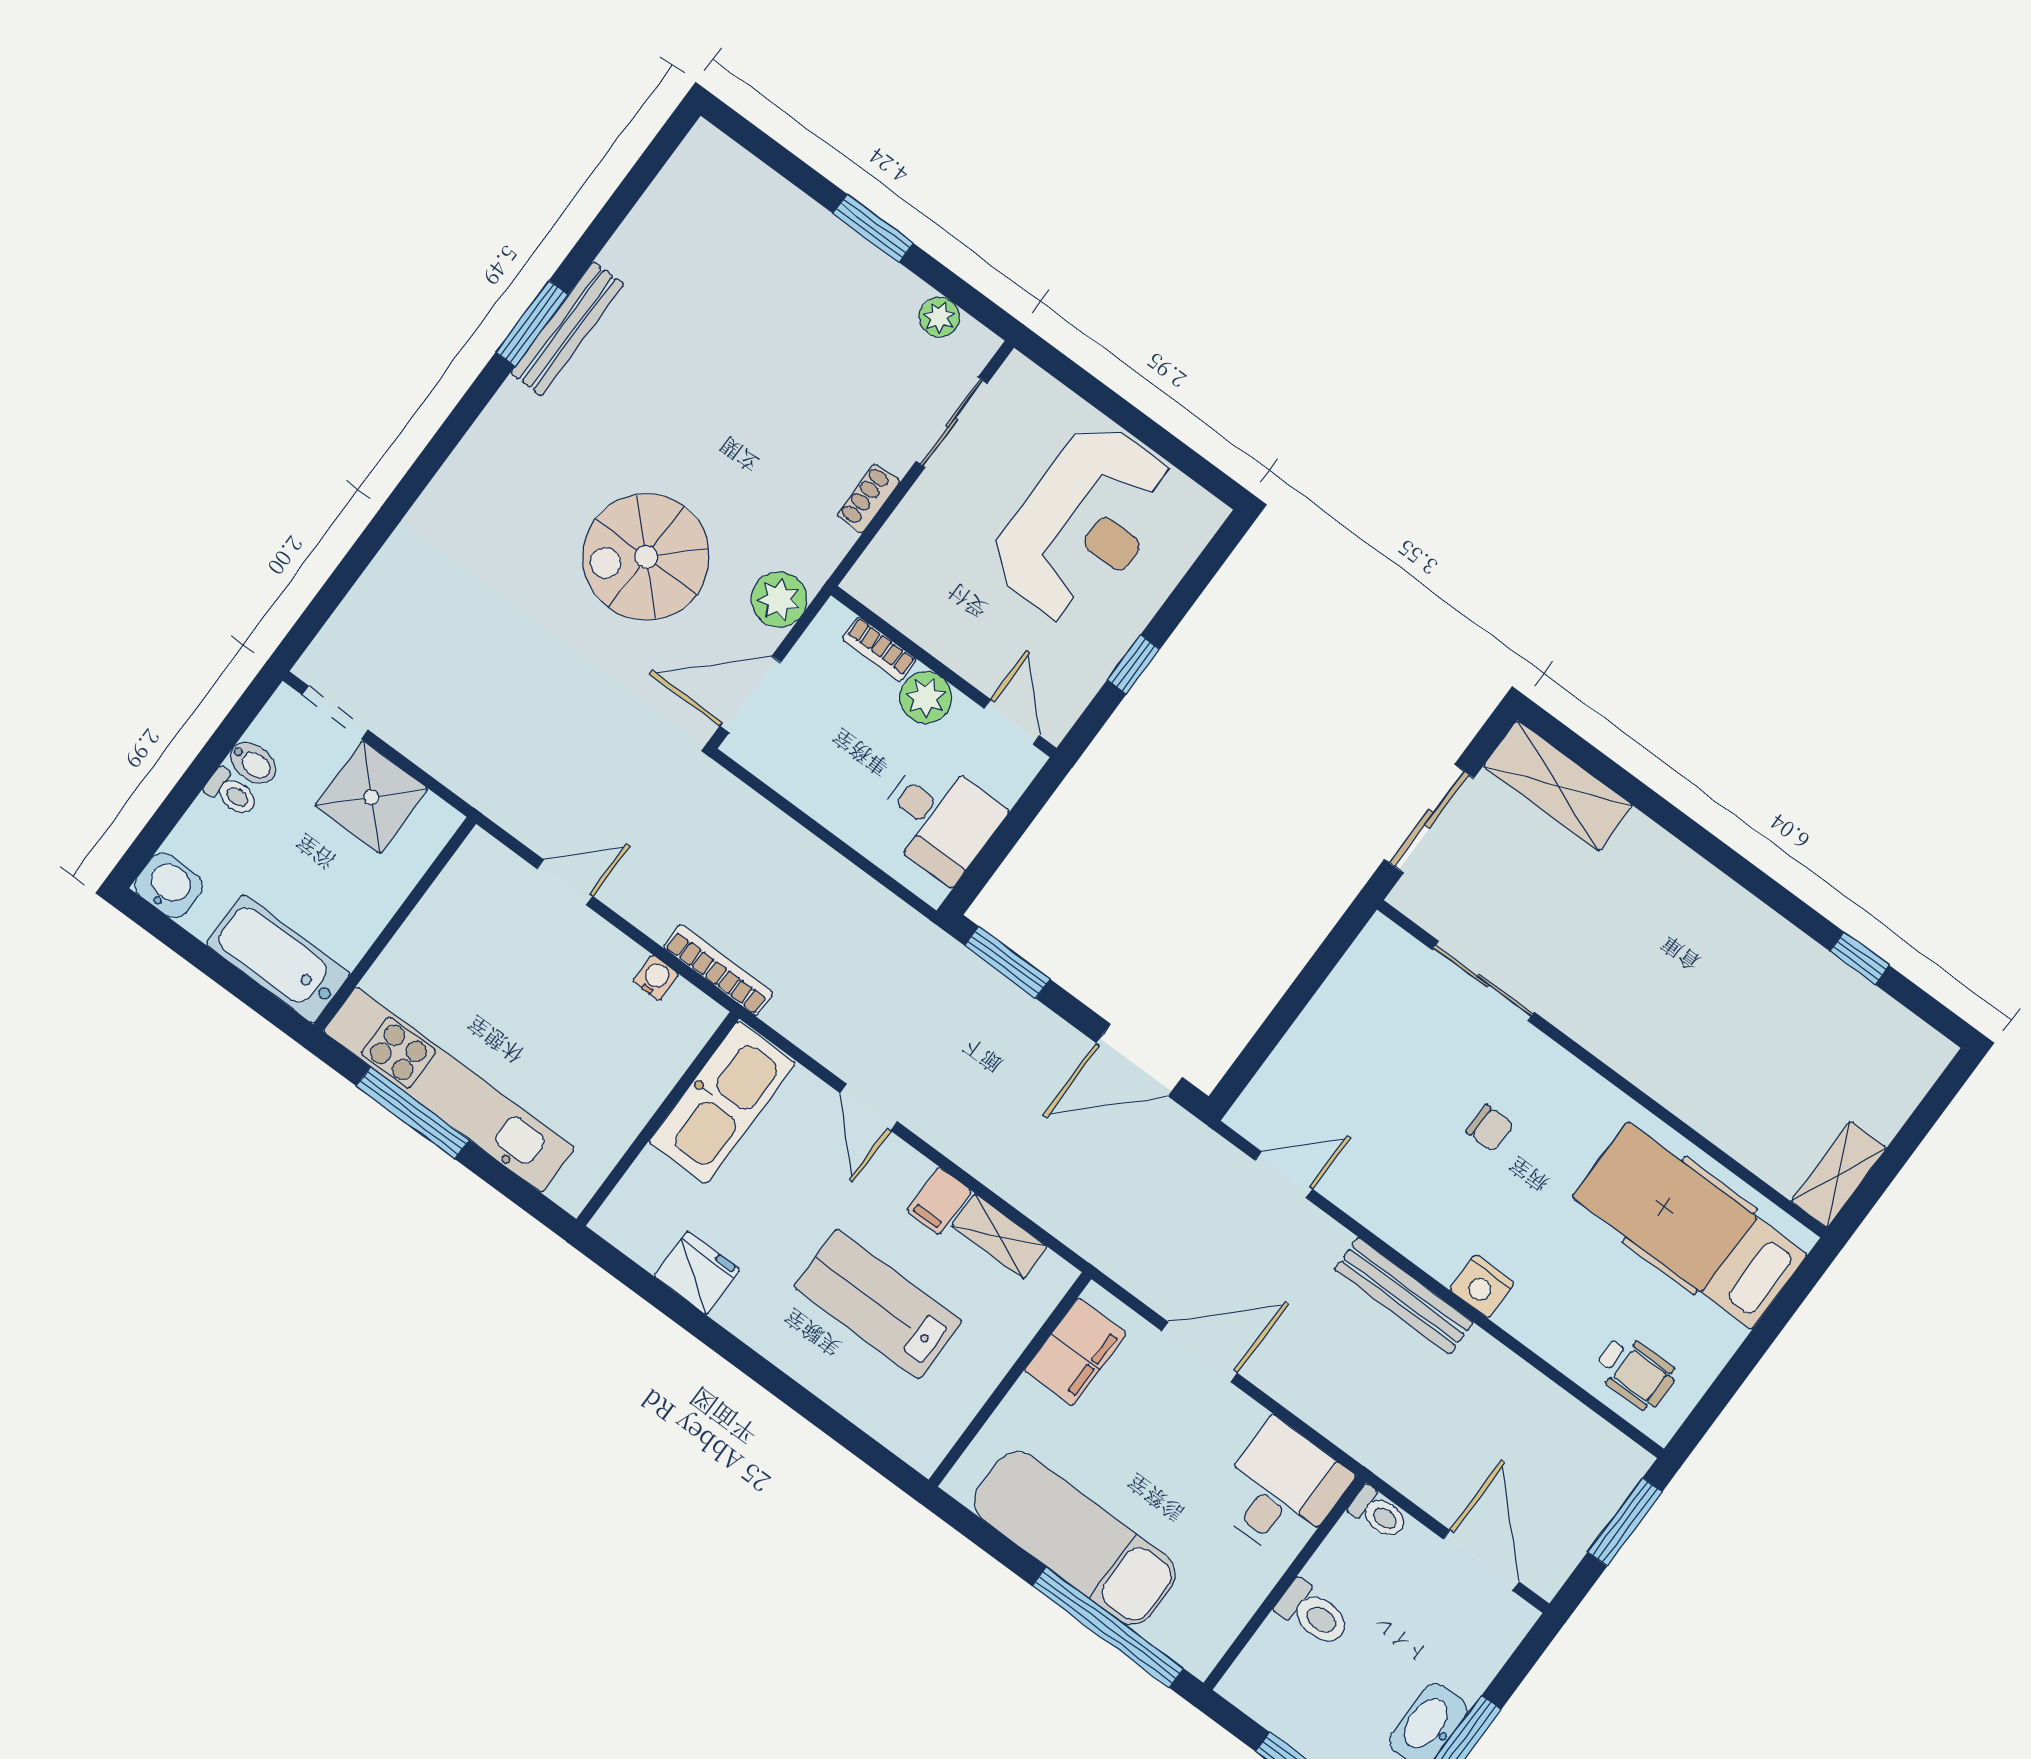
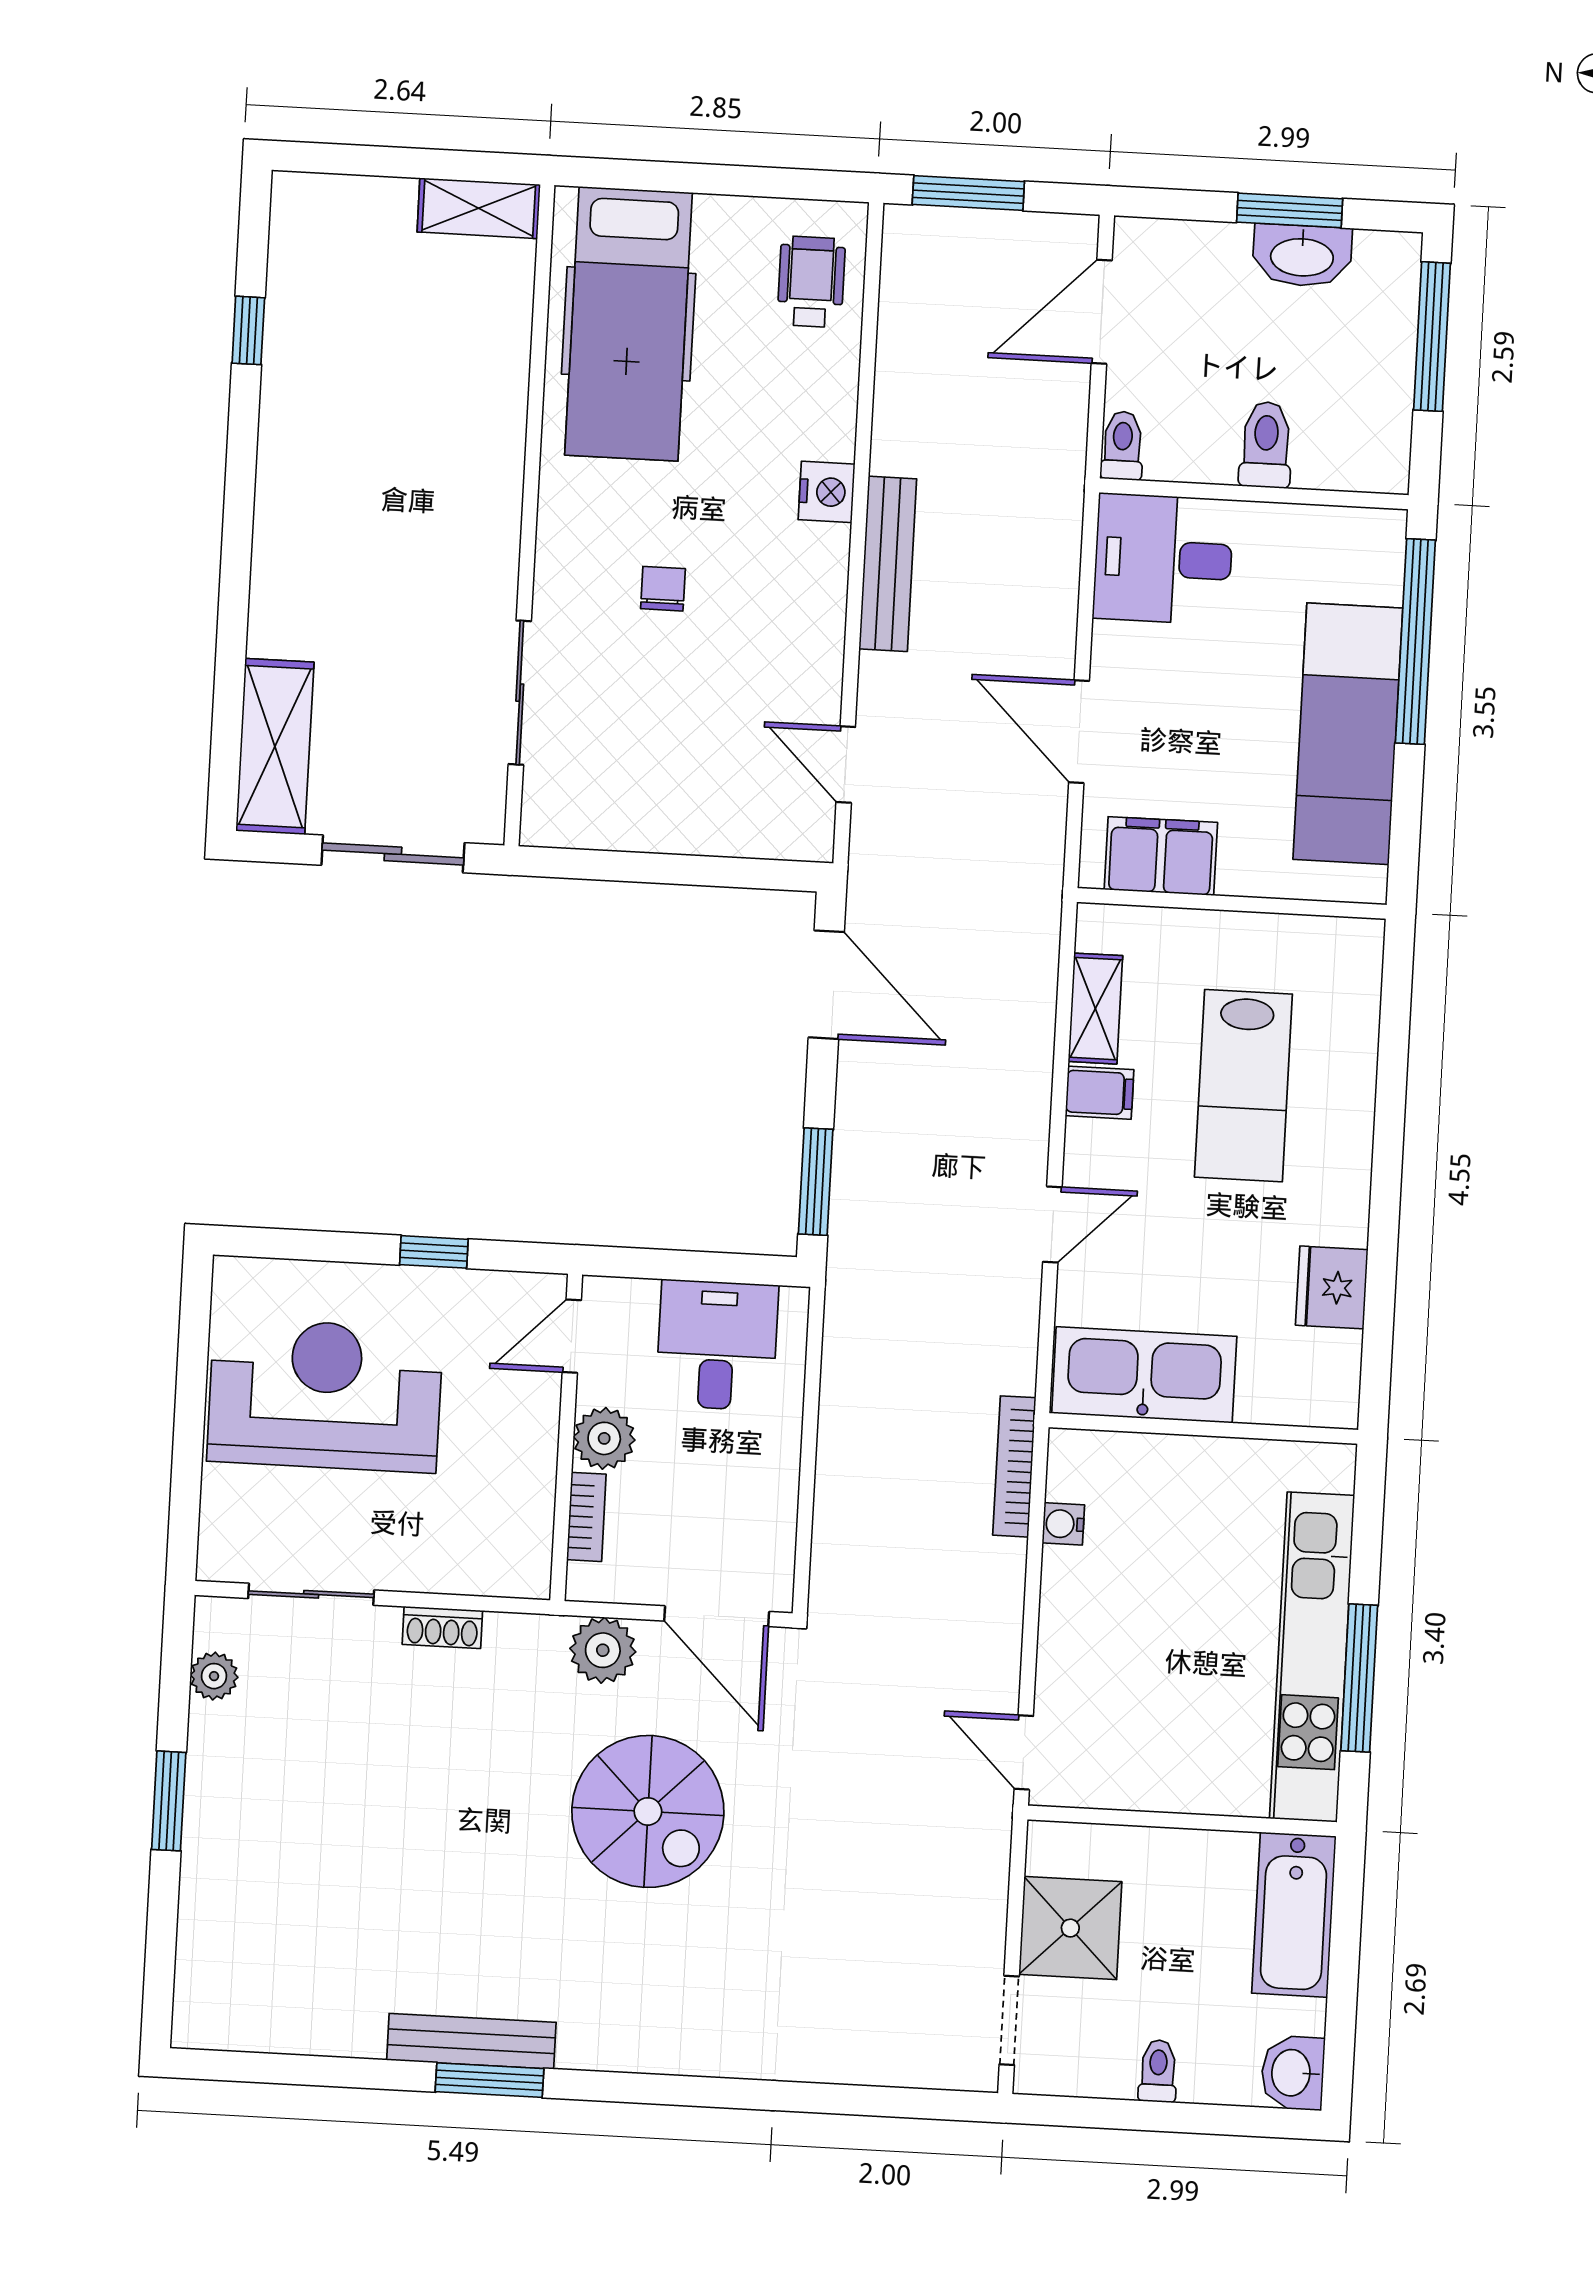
bidet: (253, 763) -> (1114, 2069), removed
door: (565, 882) -> (1024, 1752), moved

